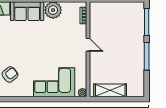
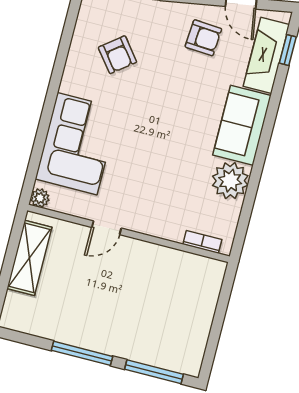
door: (88, 45) -> (107, 228), moved

